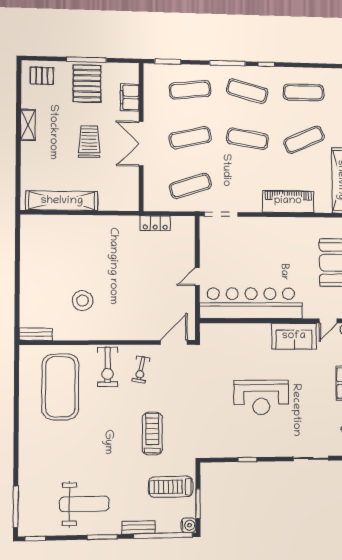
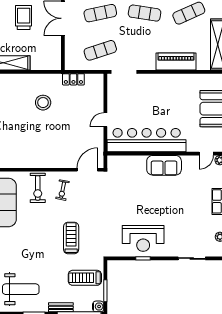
stool: (83, 301) -> (43, 103), moved
sofa: (294, 336) -> (164, 165), moved
reception desk: (261, 397) -> (143, 238), moved

